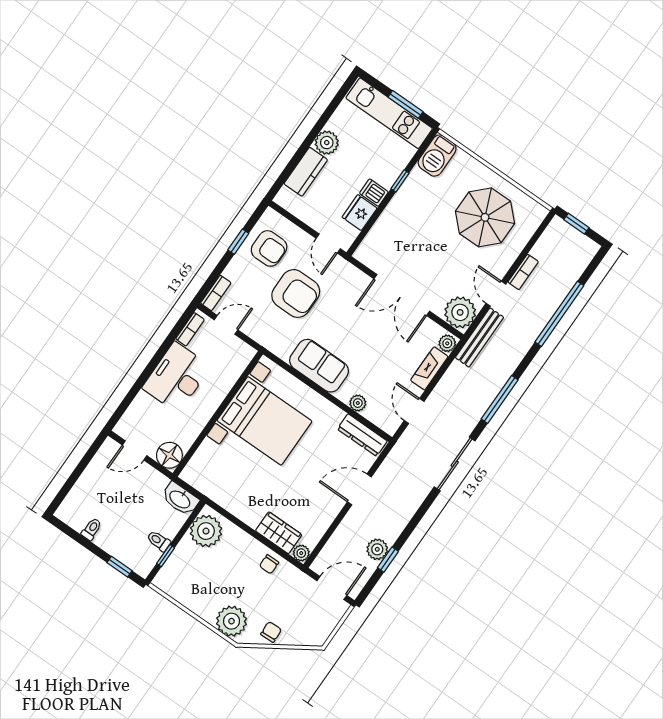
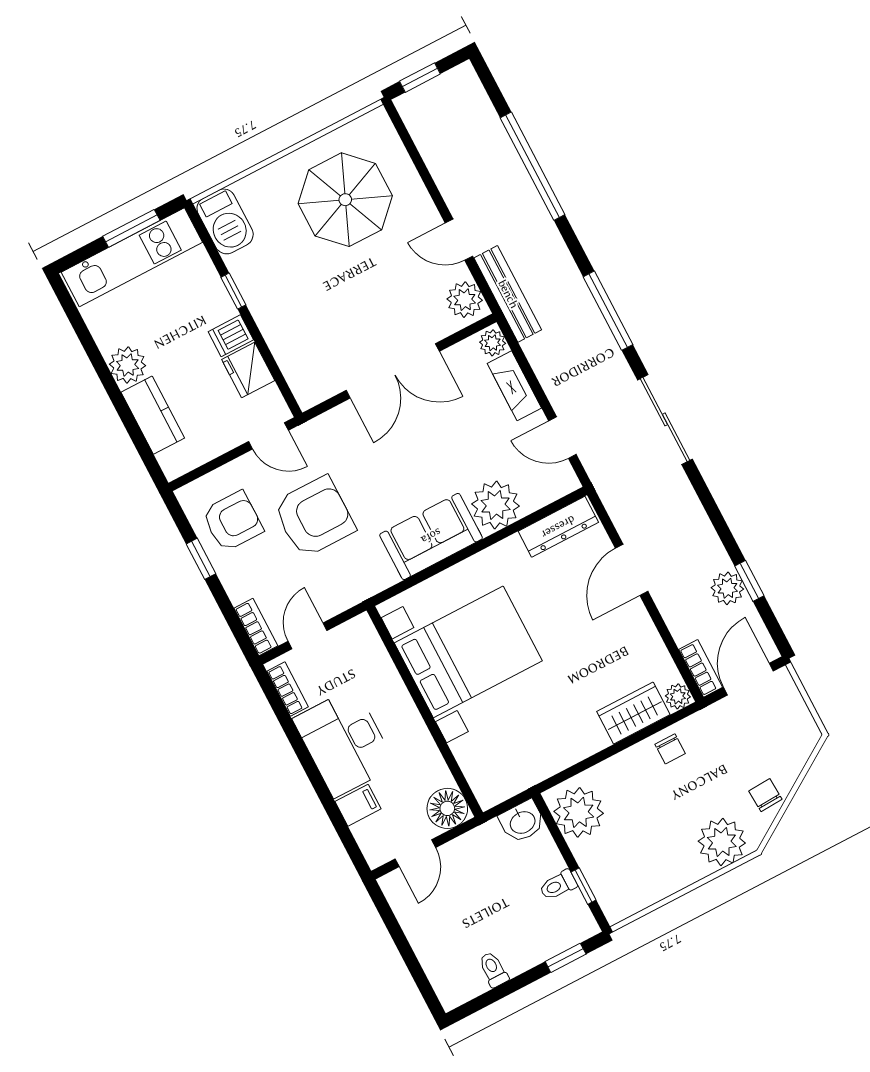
bookcase: (523, 272) -> (701, 668), moved
plant: (460, 312) -> (465, 300), width x0.73, depth x0.73
plant: (358, 403) -> (496, 505), width x1.87, depth x1.87
filing cabinet: (145, 404) -> (358, 805), added
washbasin: (180, 499) -> (522, 822), width x0.72

